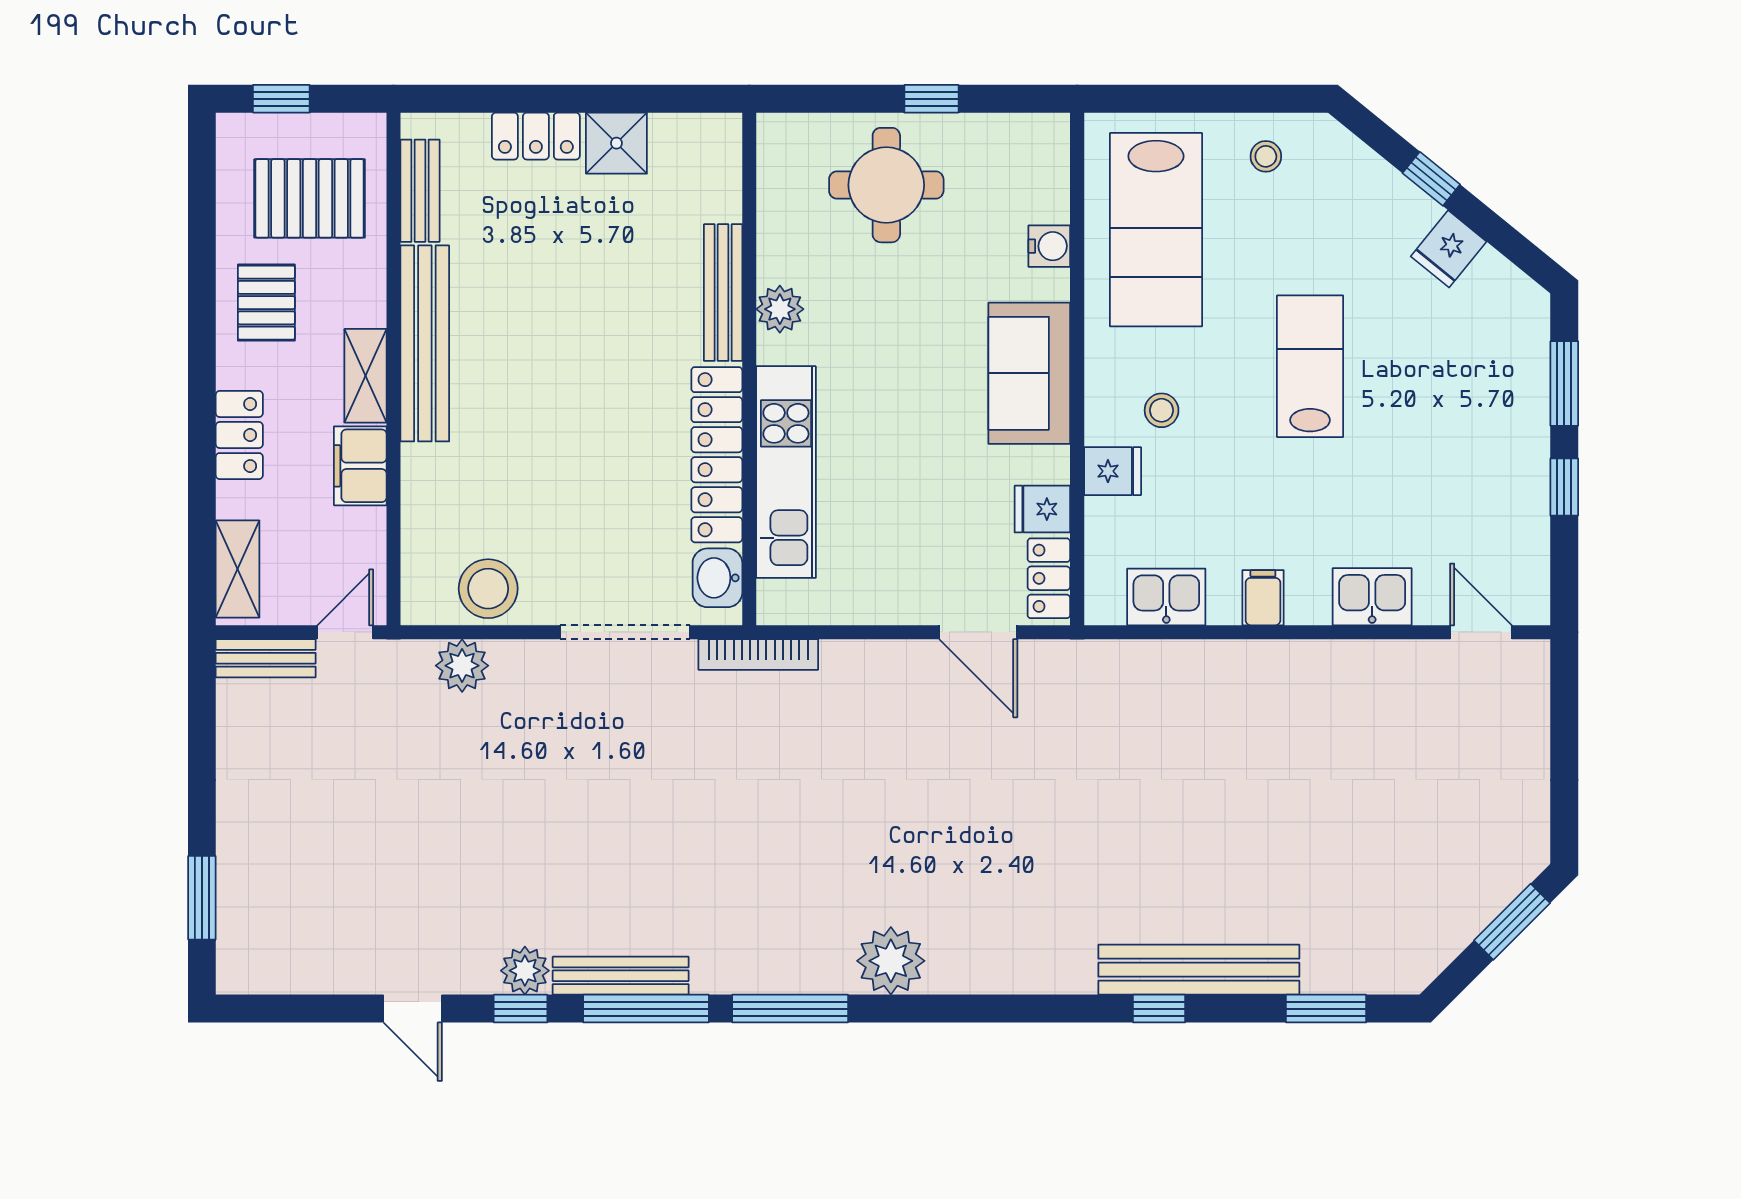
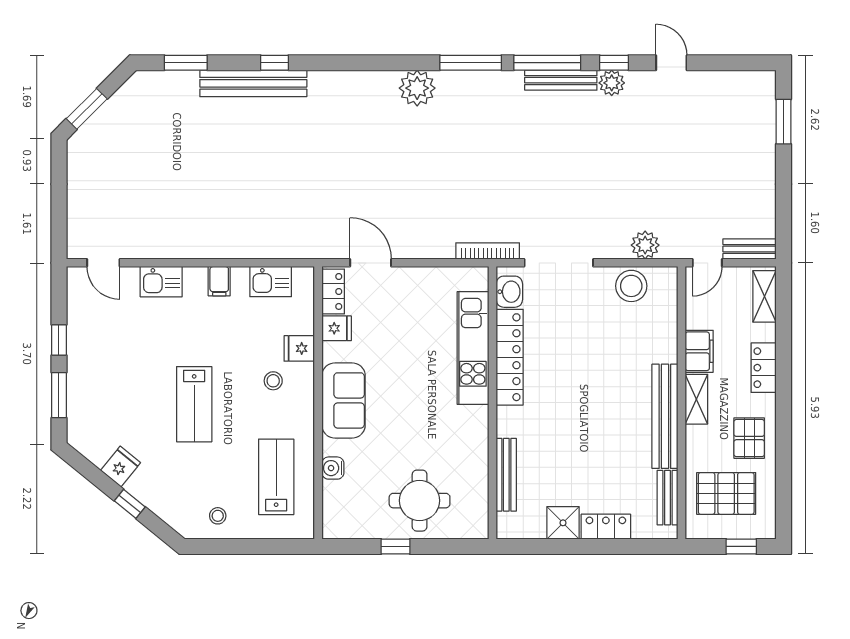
lab bench: (1156, 230) -> (276, 477), width x0.73, depth x0.72
bench: (723, 293) -> (506, 475), moved
plant: (780, 309) -> (476, 435), removed

